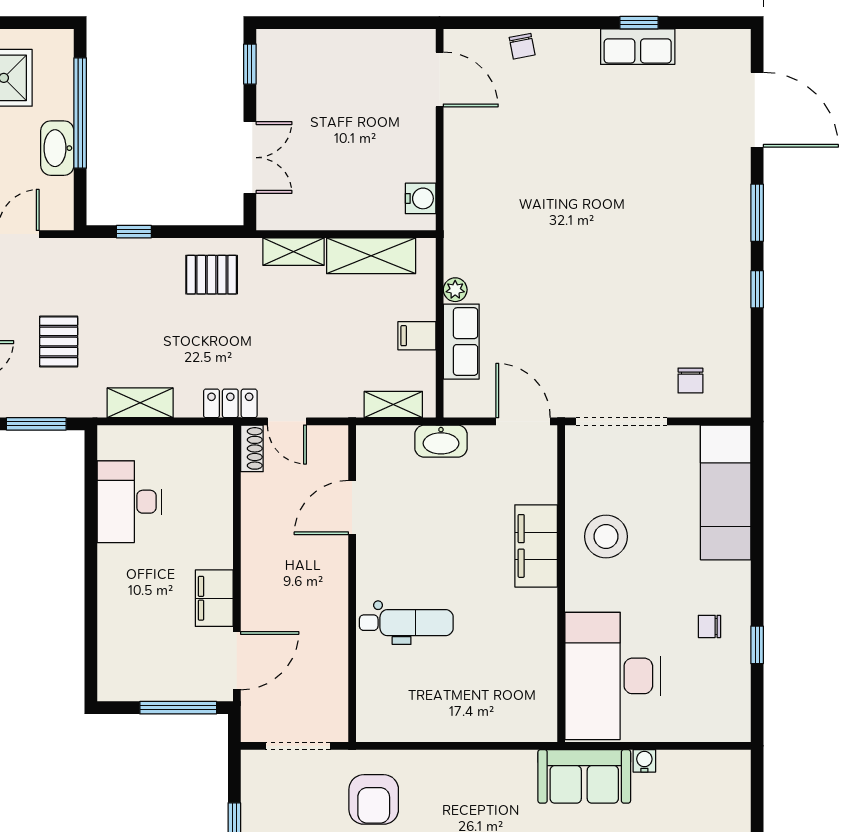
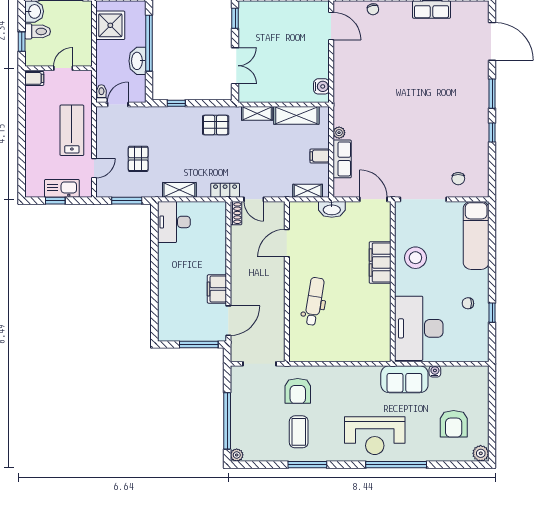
desk: (129, 502) -> (174, 222), moved
dental chair: (406, 623) -> (314, 301), turned -81

